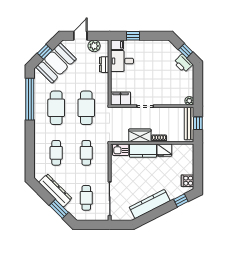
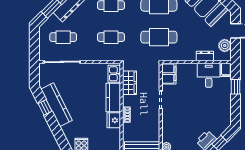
wardrobe: (140, 135) -> (129, 83), moved
window: (181, 200) -> (45, 107), moved

